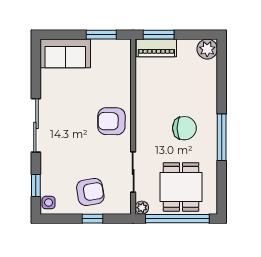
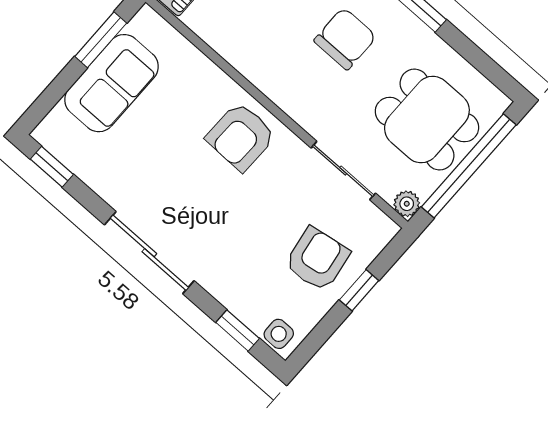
sofa: (65, 53) -> (112, 83), moved
window: (36, 59) -> (52, 167), added

